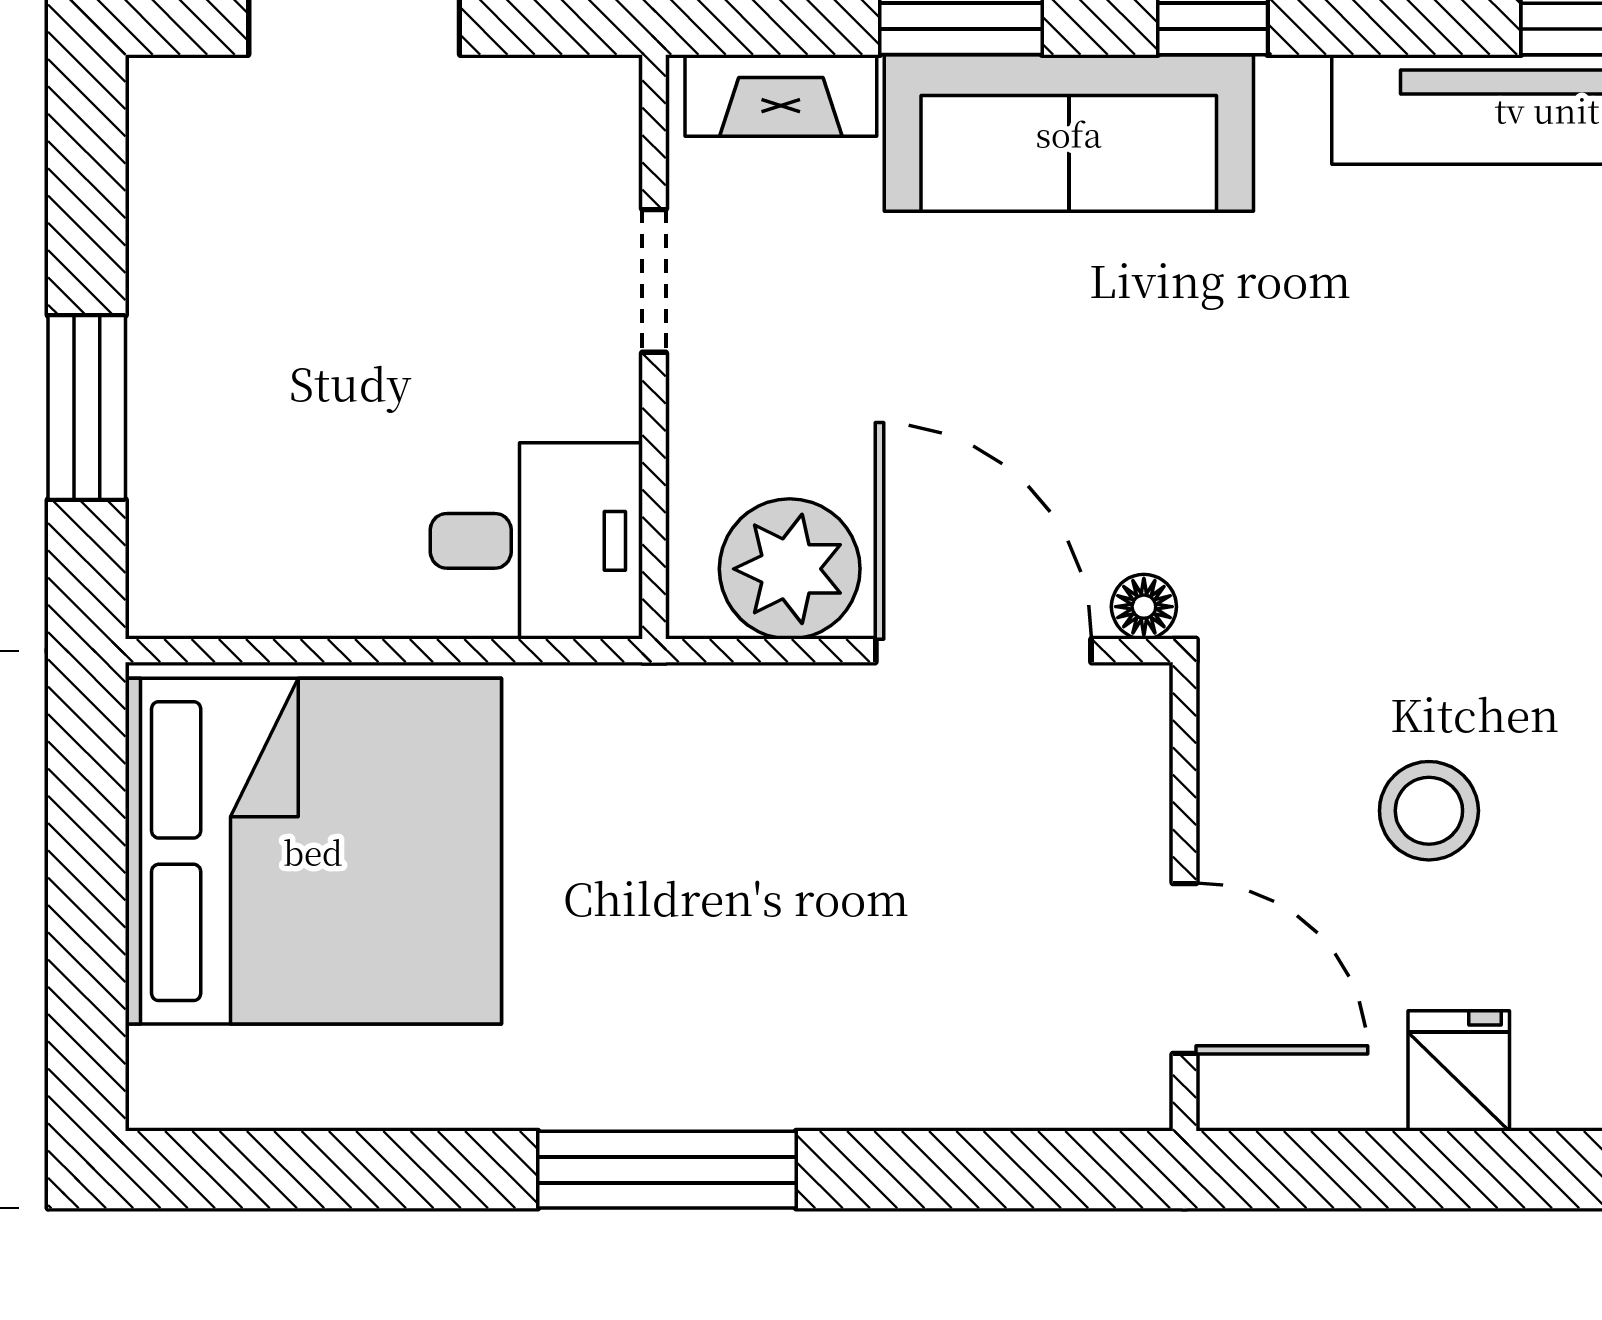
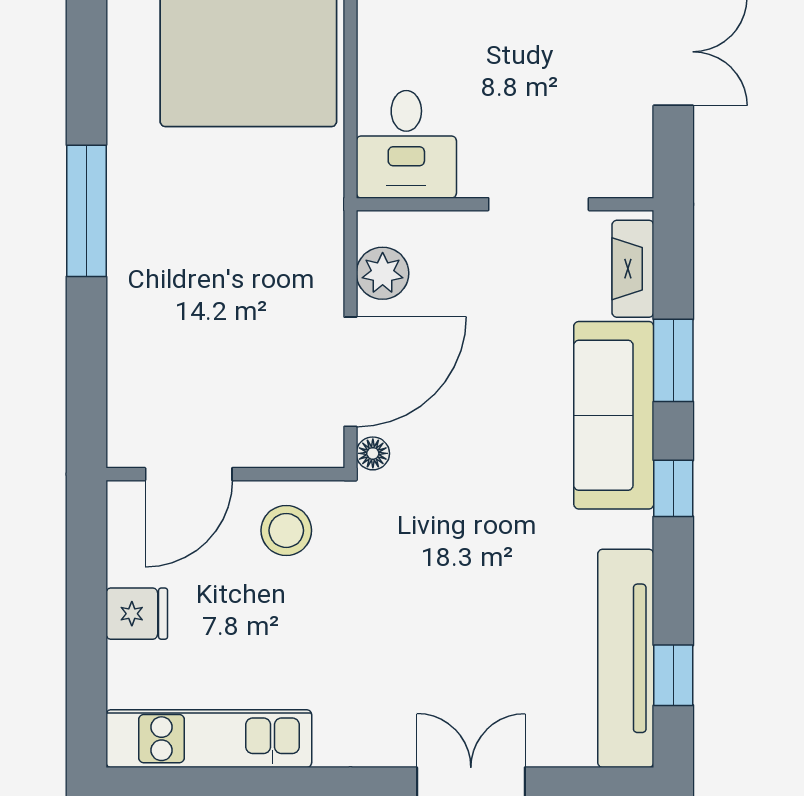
doorway: (654, 281) -> (539, 204), width x1.38
plant: (790, 569) -> (383, 273), width x0.73, depth x0.73
stool: (1429, 811) -> (286, 530), moved

